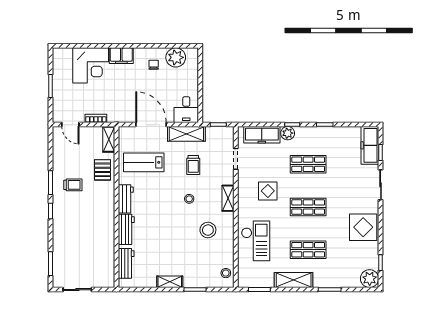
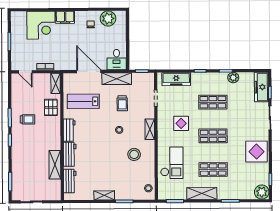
plant: (288, 133) -> (233, 78), moved
shelving: (107, 243) -> (55, 165), added

